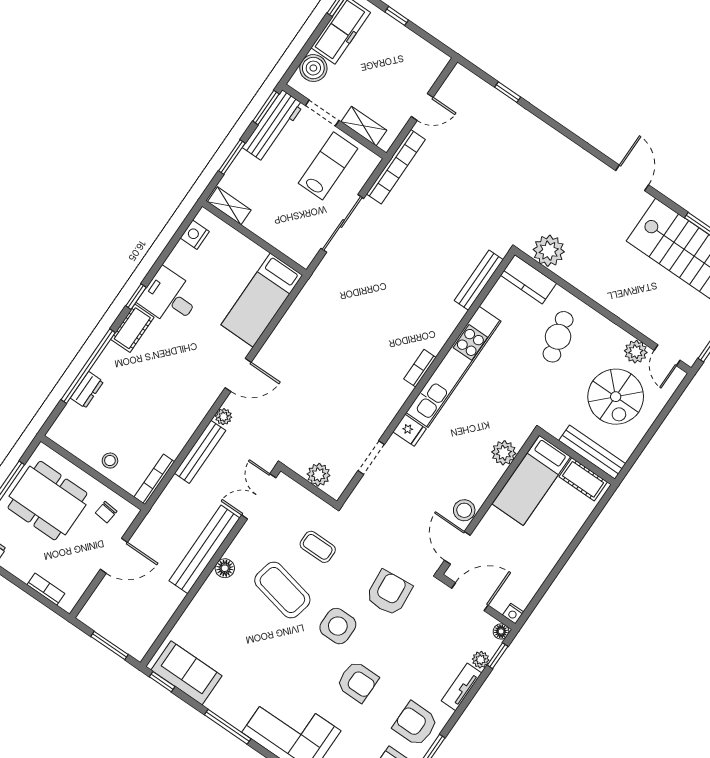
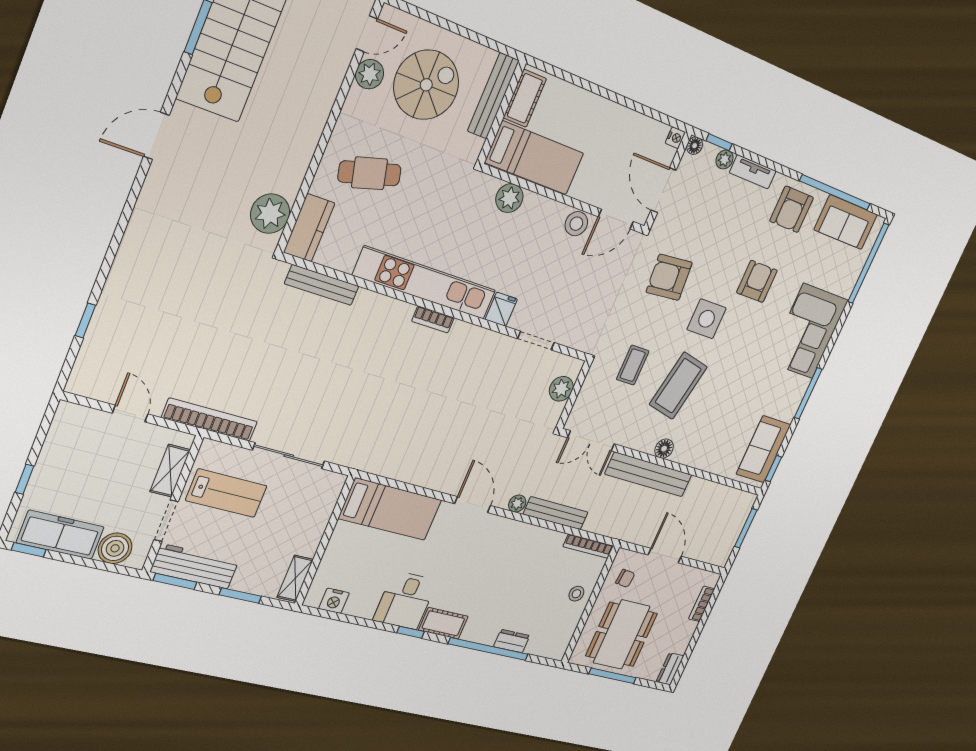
lab bench: (328, 166) -> (226, 493), turned 180

